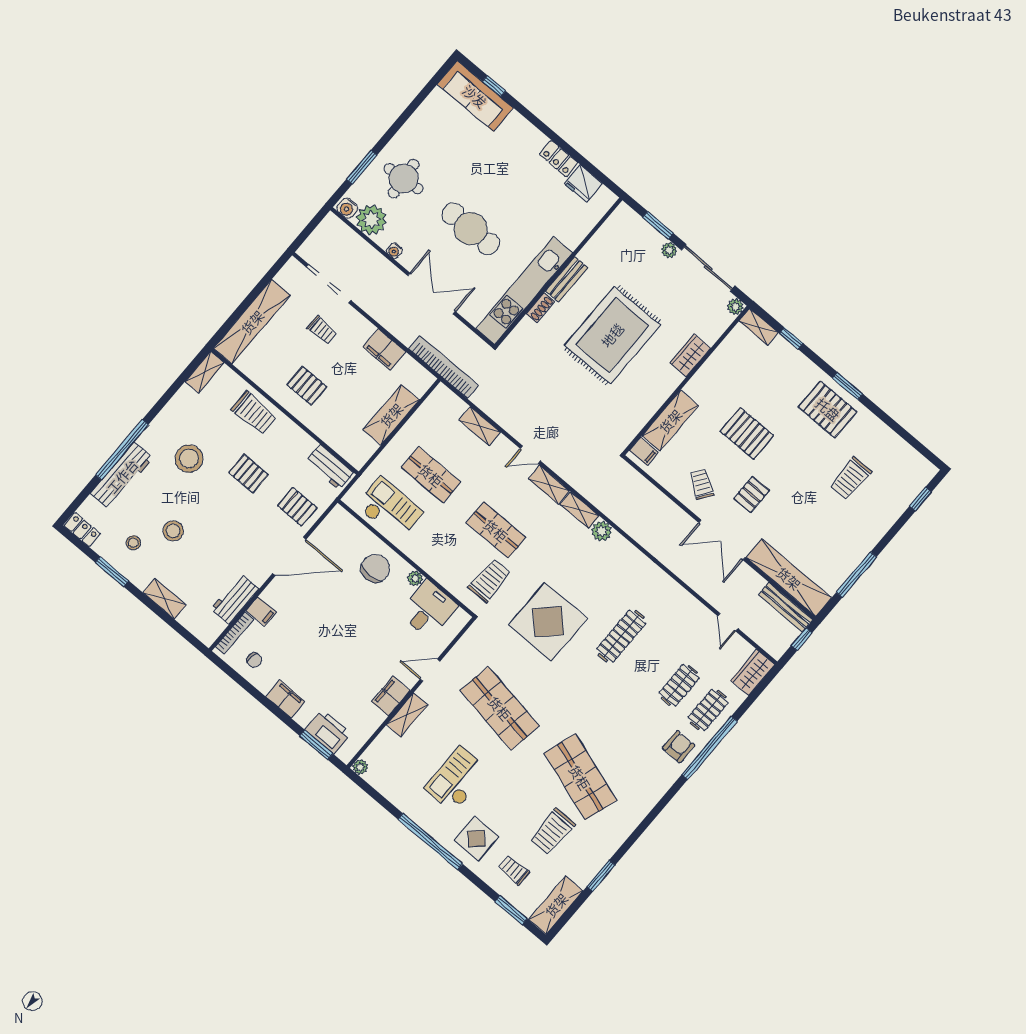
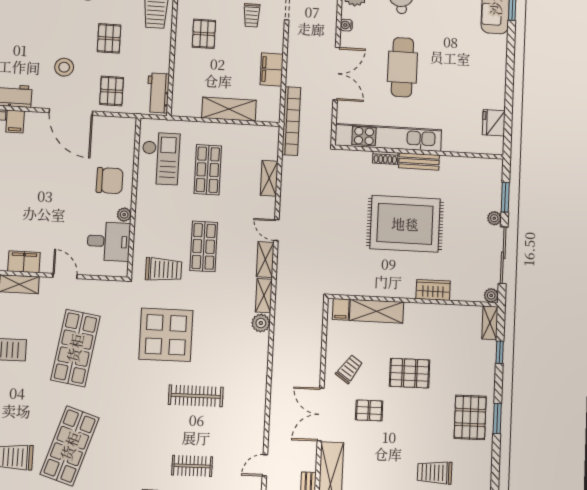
locker: (559, 159) -> (498, 92), removed
pallet: (747, 433) -> (410, 373), turned 90
stool: (173, 531) -> (64, 67), moved

